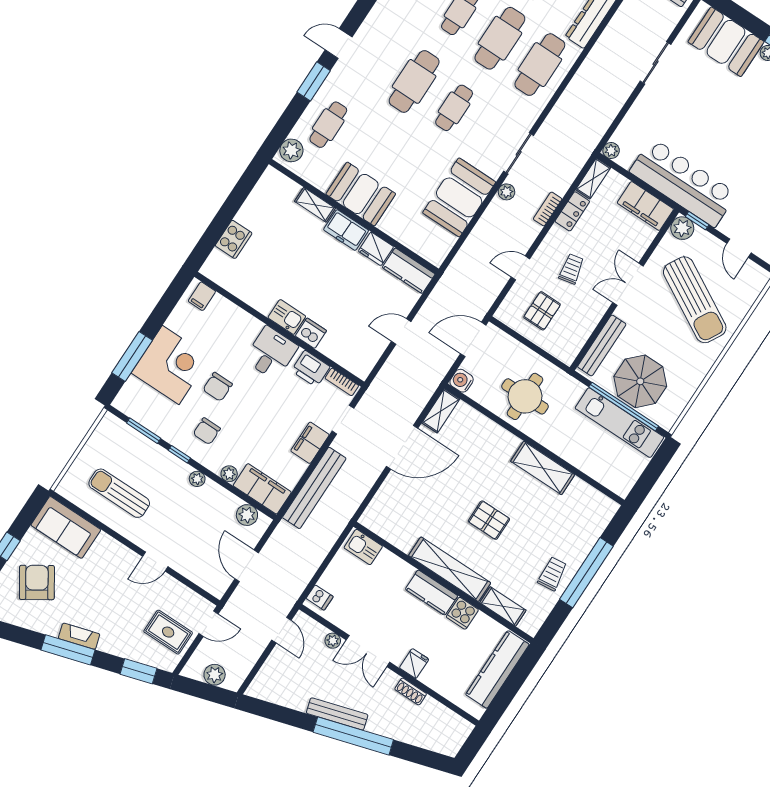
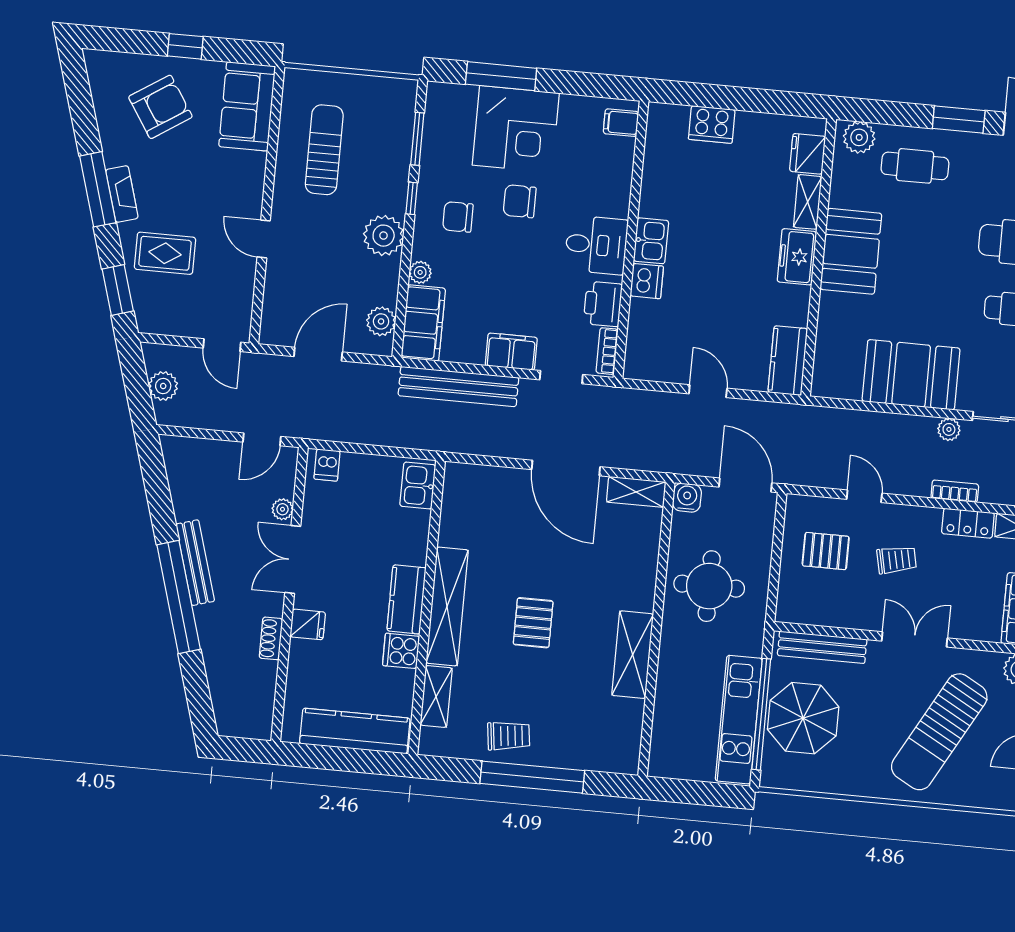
fridge: (376, 249) -> (808, 154), moved
plant: (197, 479) -> (384, 236), width x1.88, depth x1.88
rug: (168, 632) -> (165, 253), moved, turned 90

